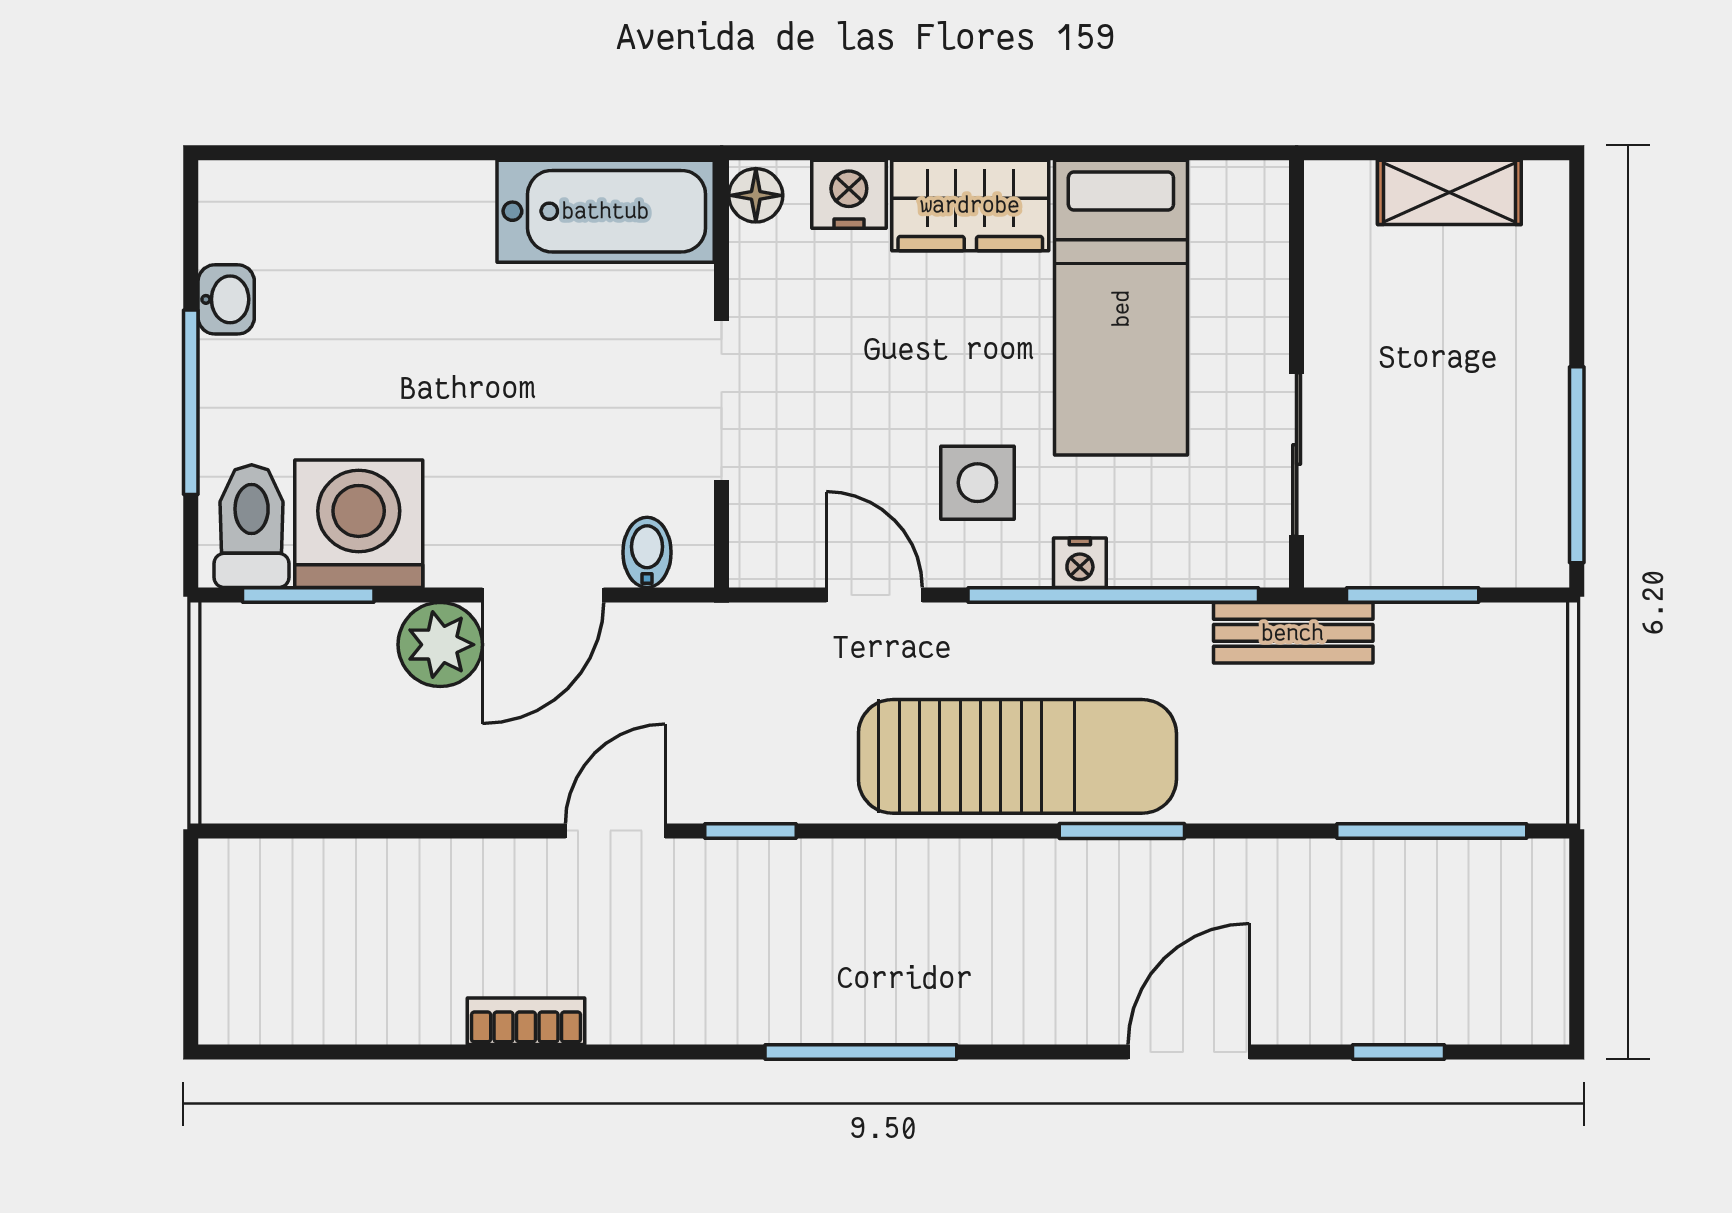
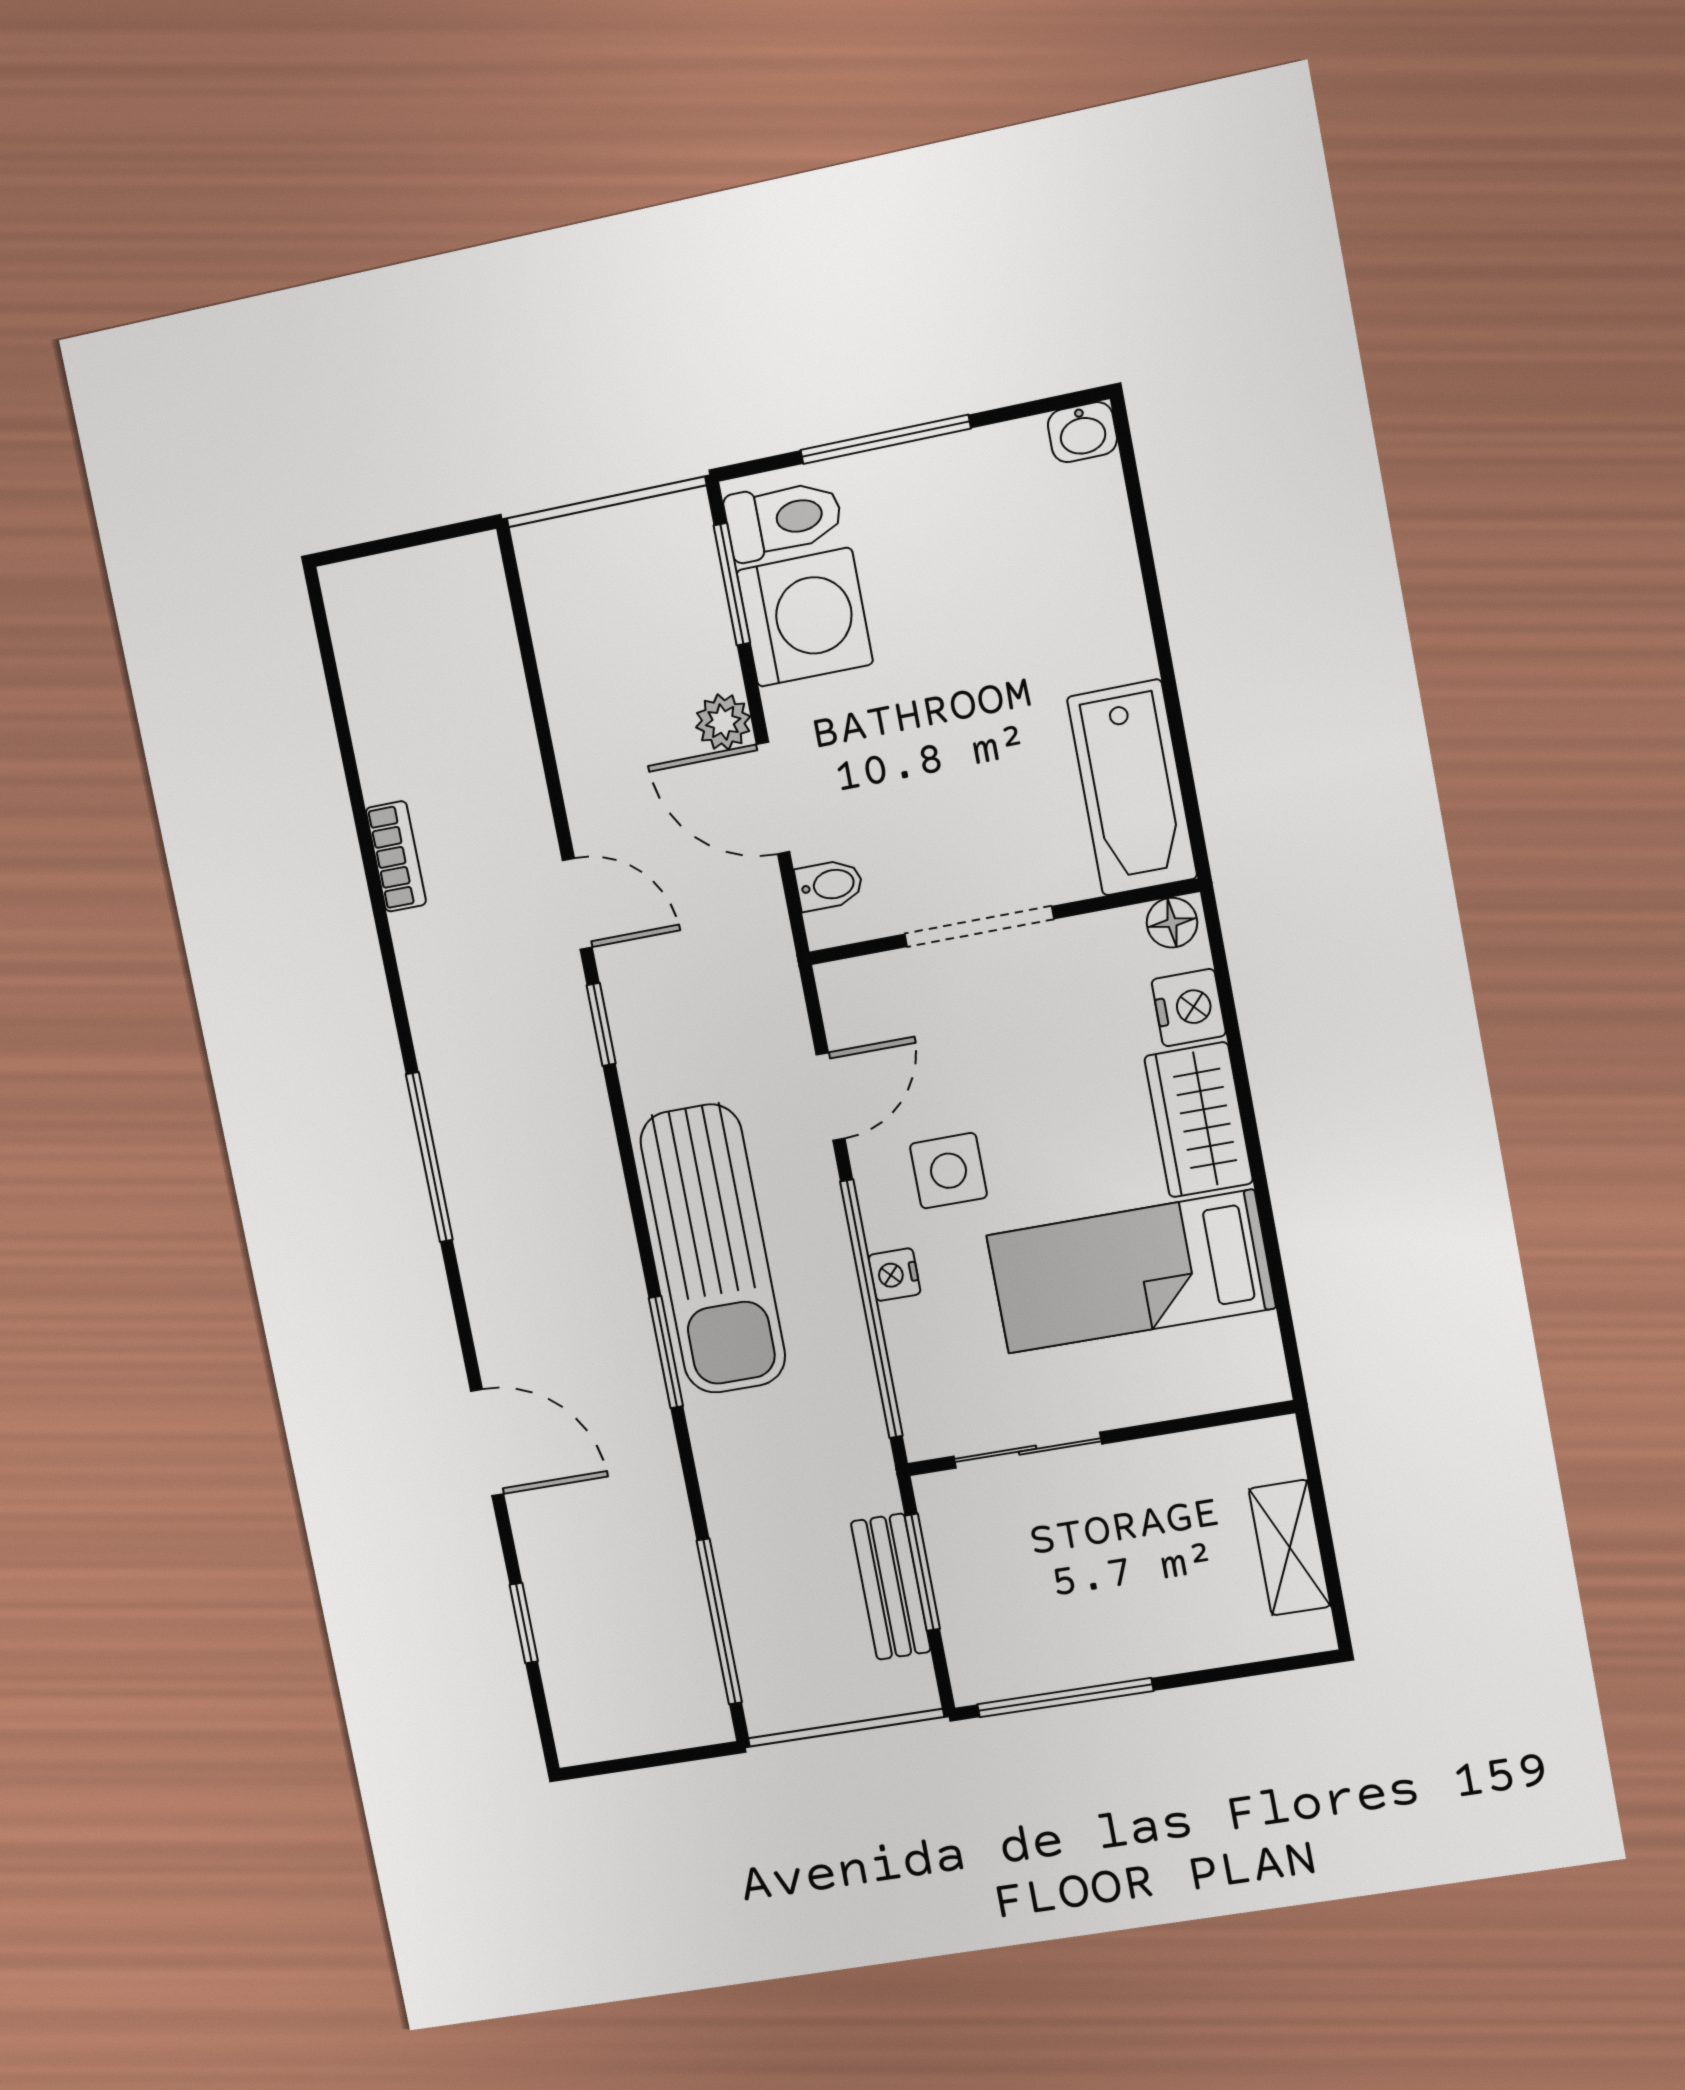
washbasin: (226, 299) -> (1082, 432), moved
bench: (1293, 633) -> (891, 1587), moved
plant: (440, 645) -> (723, 722), width x0.73, depth x0.73

